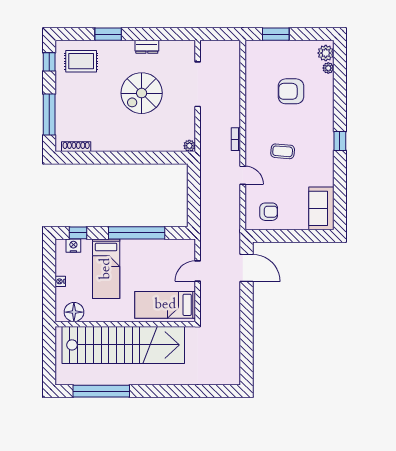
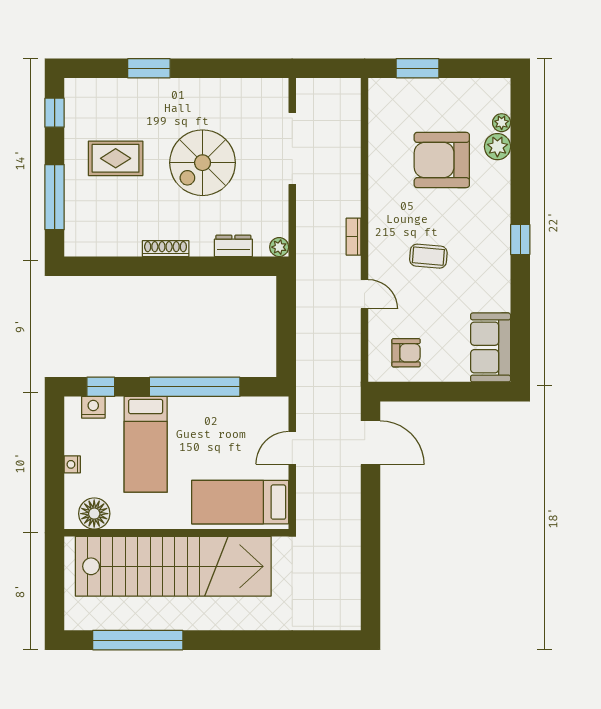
dresser: (147, 47) -> (233, 246), moved, turned 180
plant: (326, 53) -> (497, 147), moved
rug: (81, 61) -> (116, 158), moved
armchair: (291, 91) -> (442, 160), width x1.36, depth x1.36
shoe rack: (76, 147) -> (166, 249), moved

